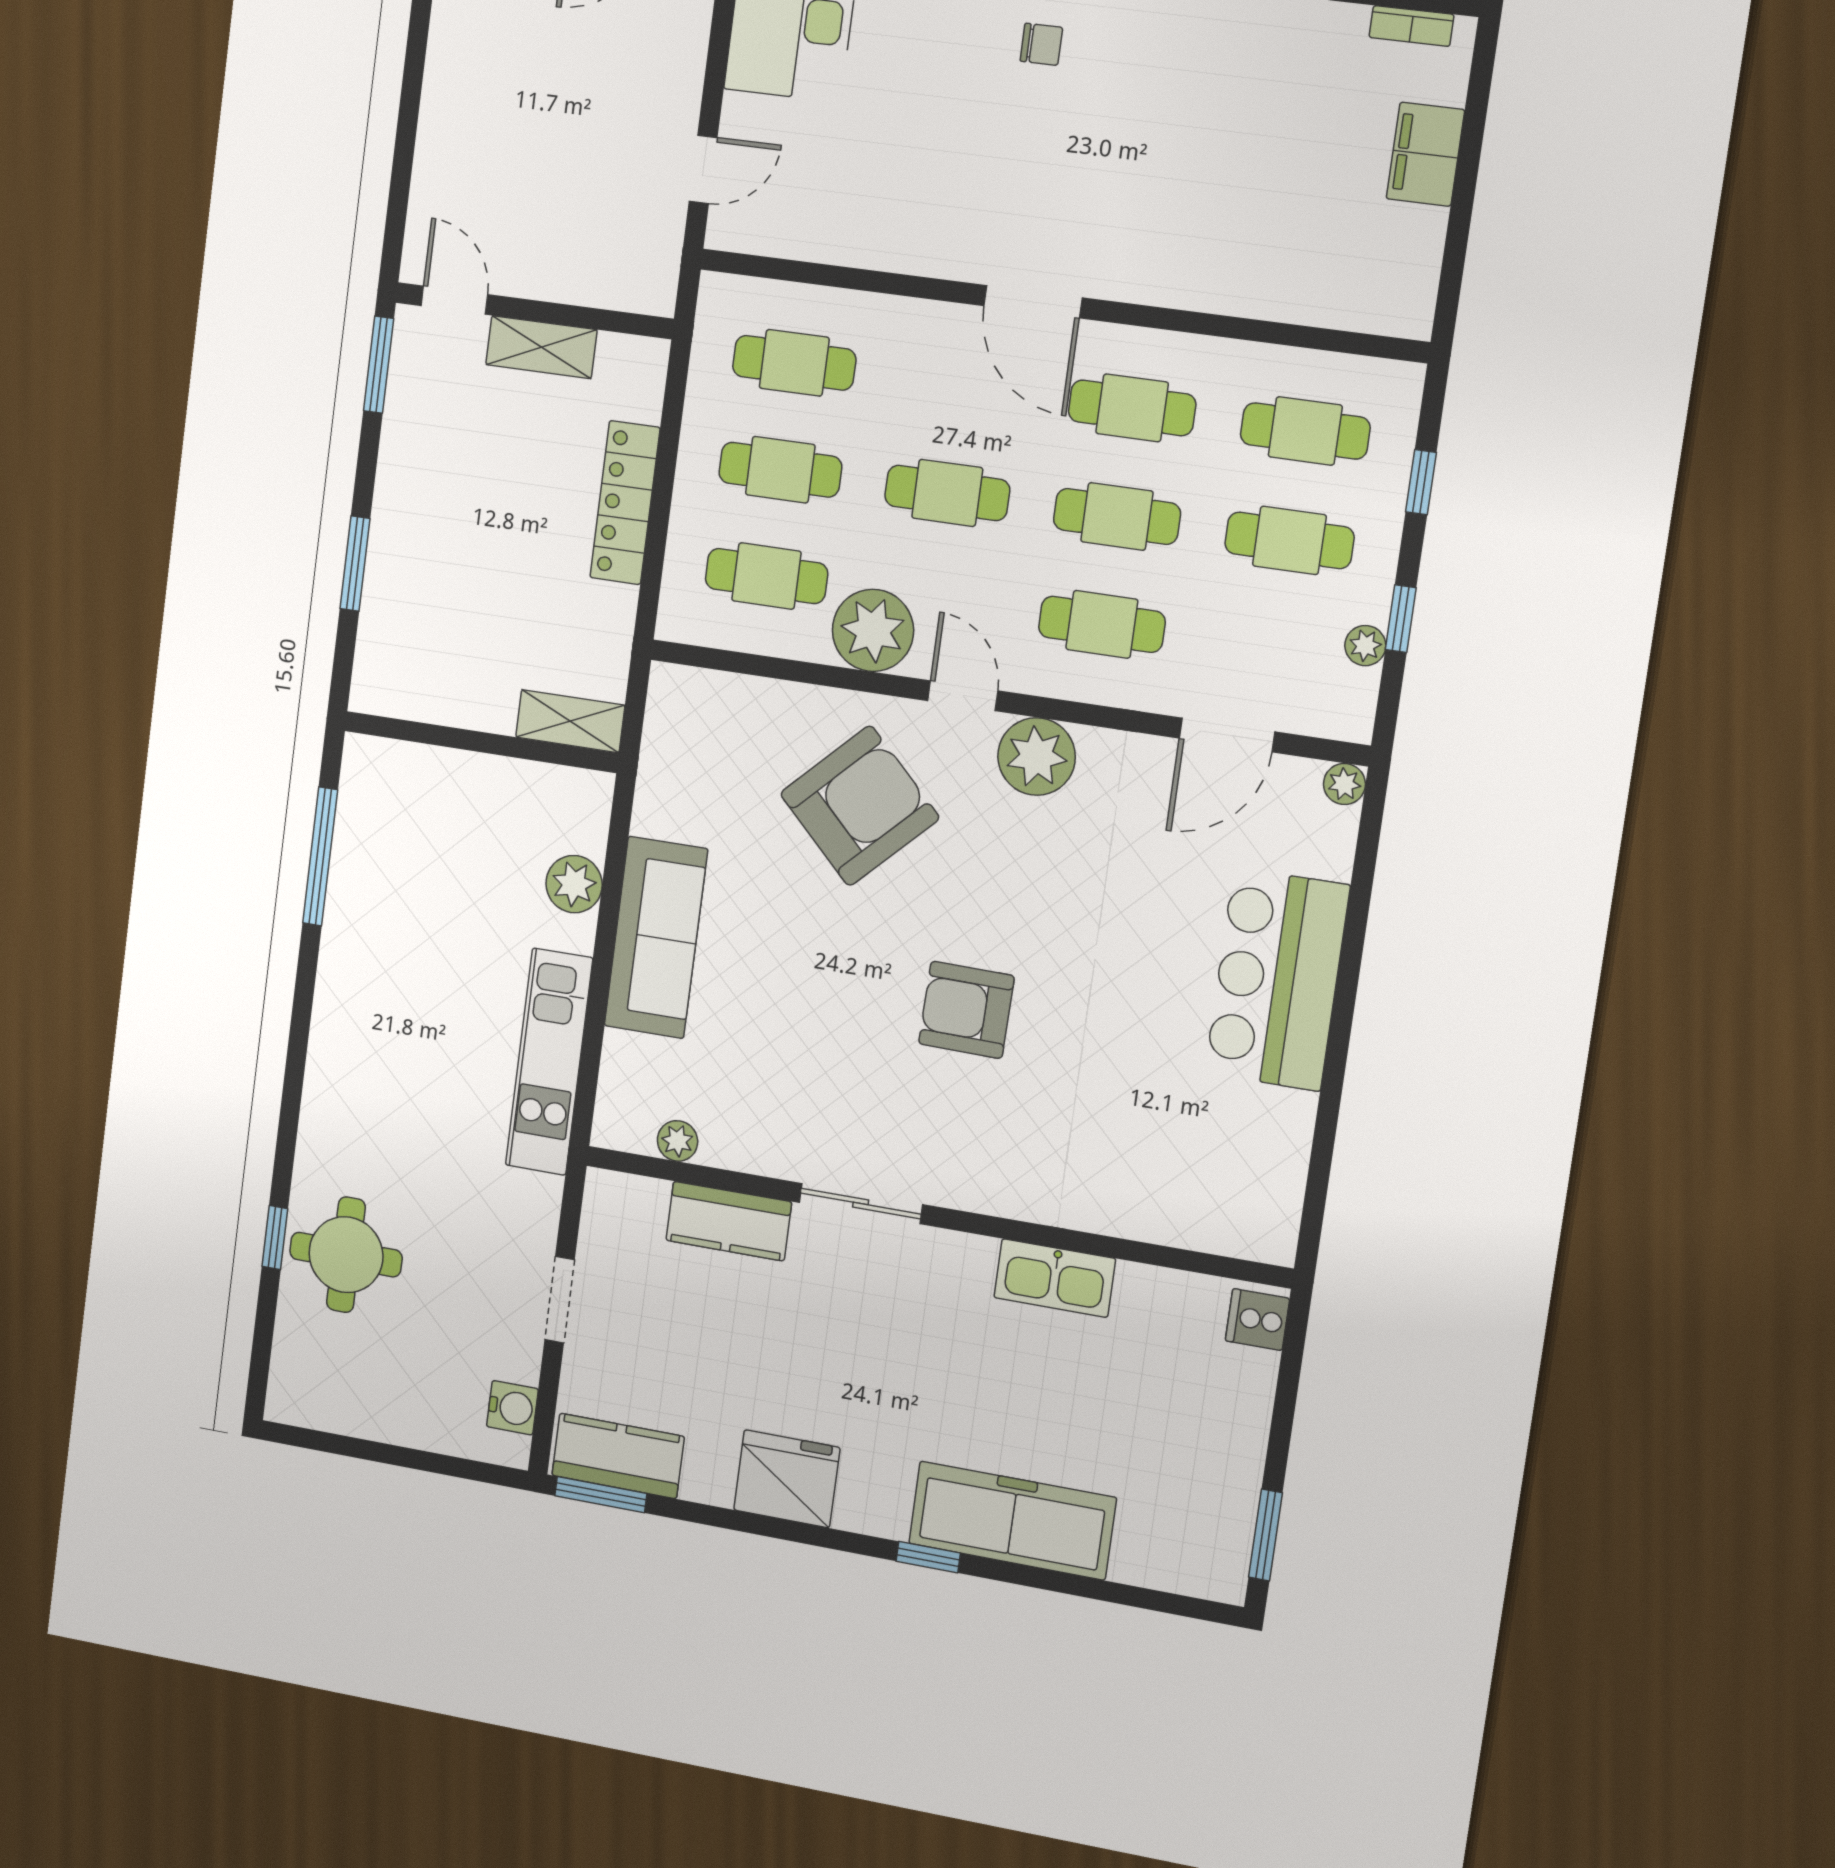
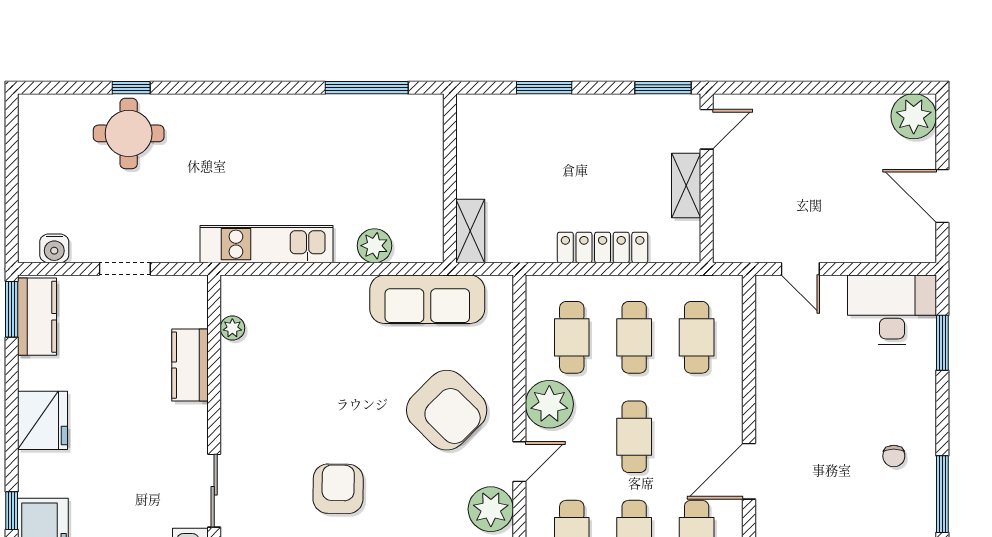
sofa: (656, 937) -> (427, 299), moved
sliding door: (861, 1204) -> (214, 491), moved

